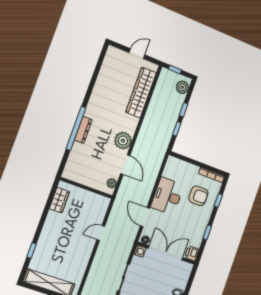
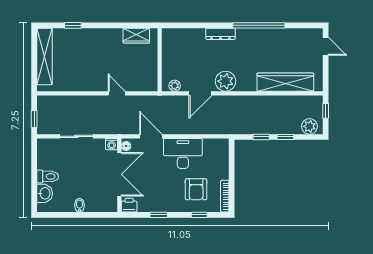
door: (137, 54) -> (326, 46), moved
window: (76, 128) -> (259, 25), moved
door: (145, 217) -> (151, 136), hinge flipped

